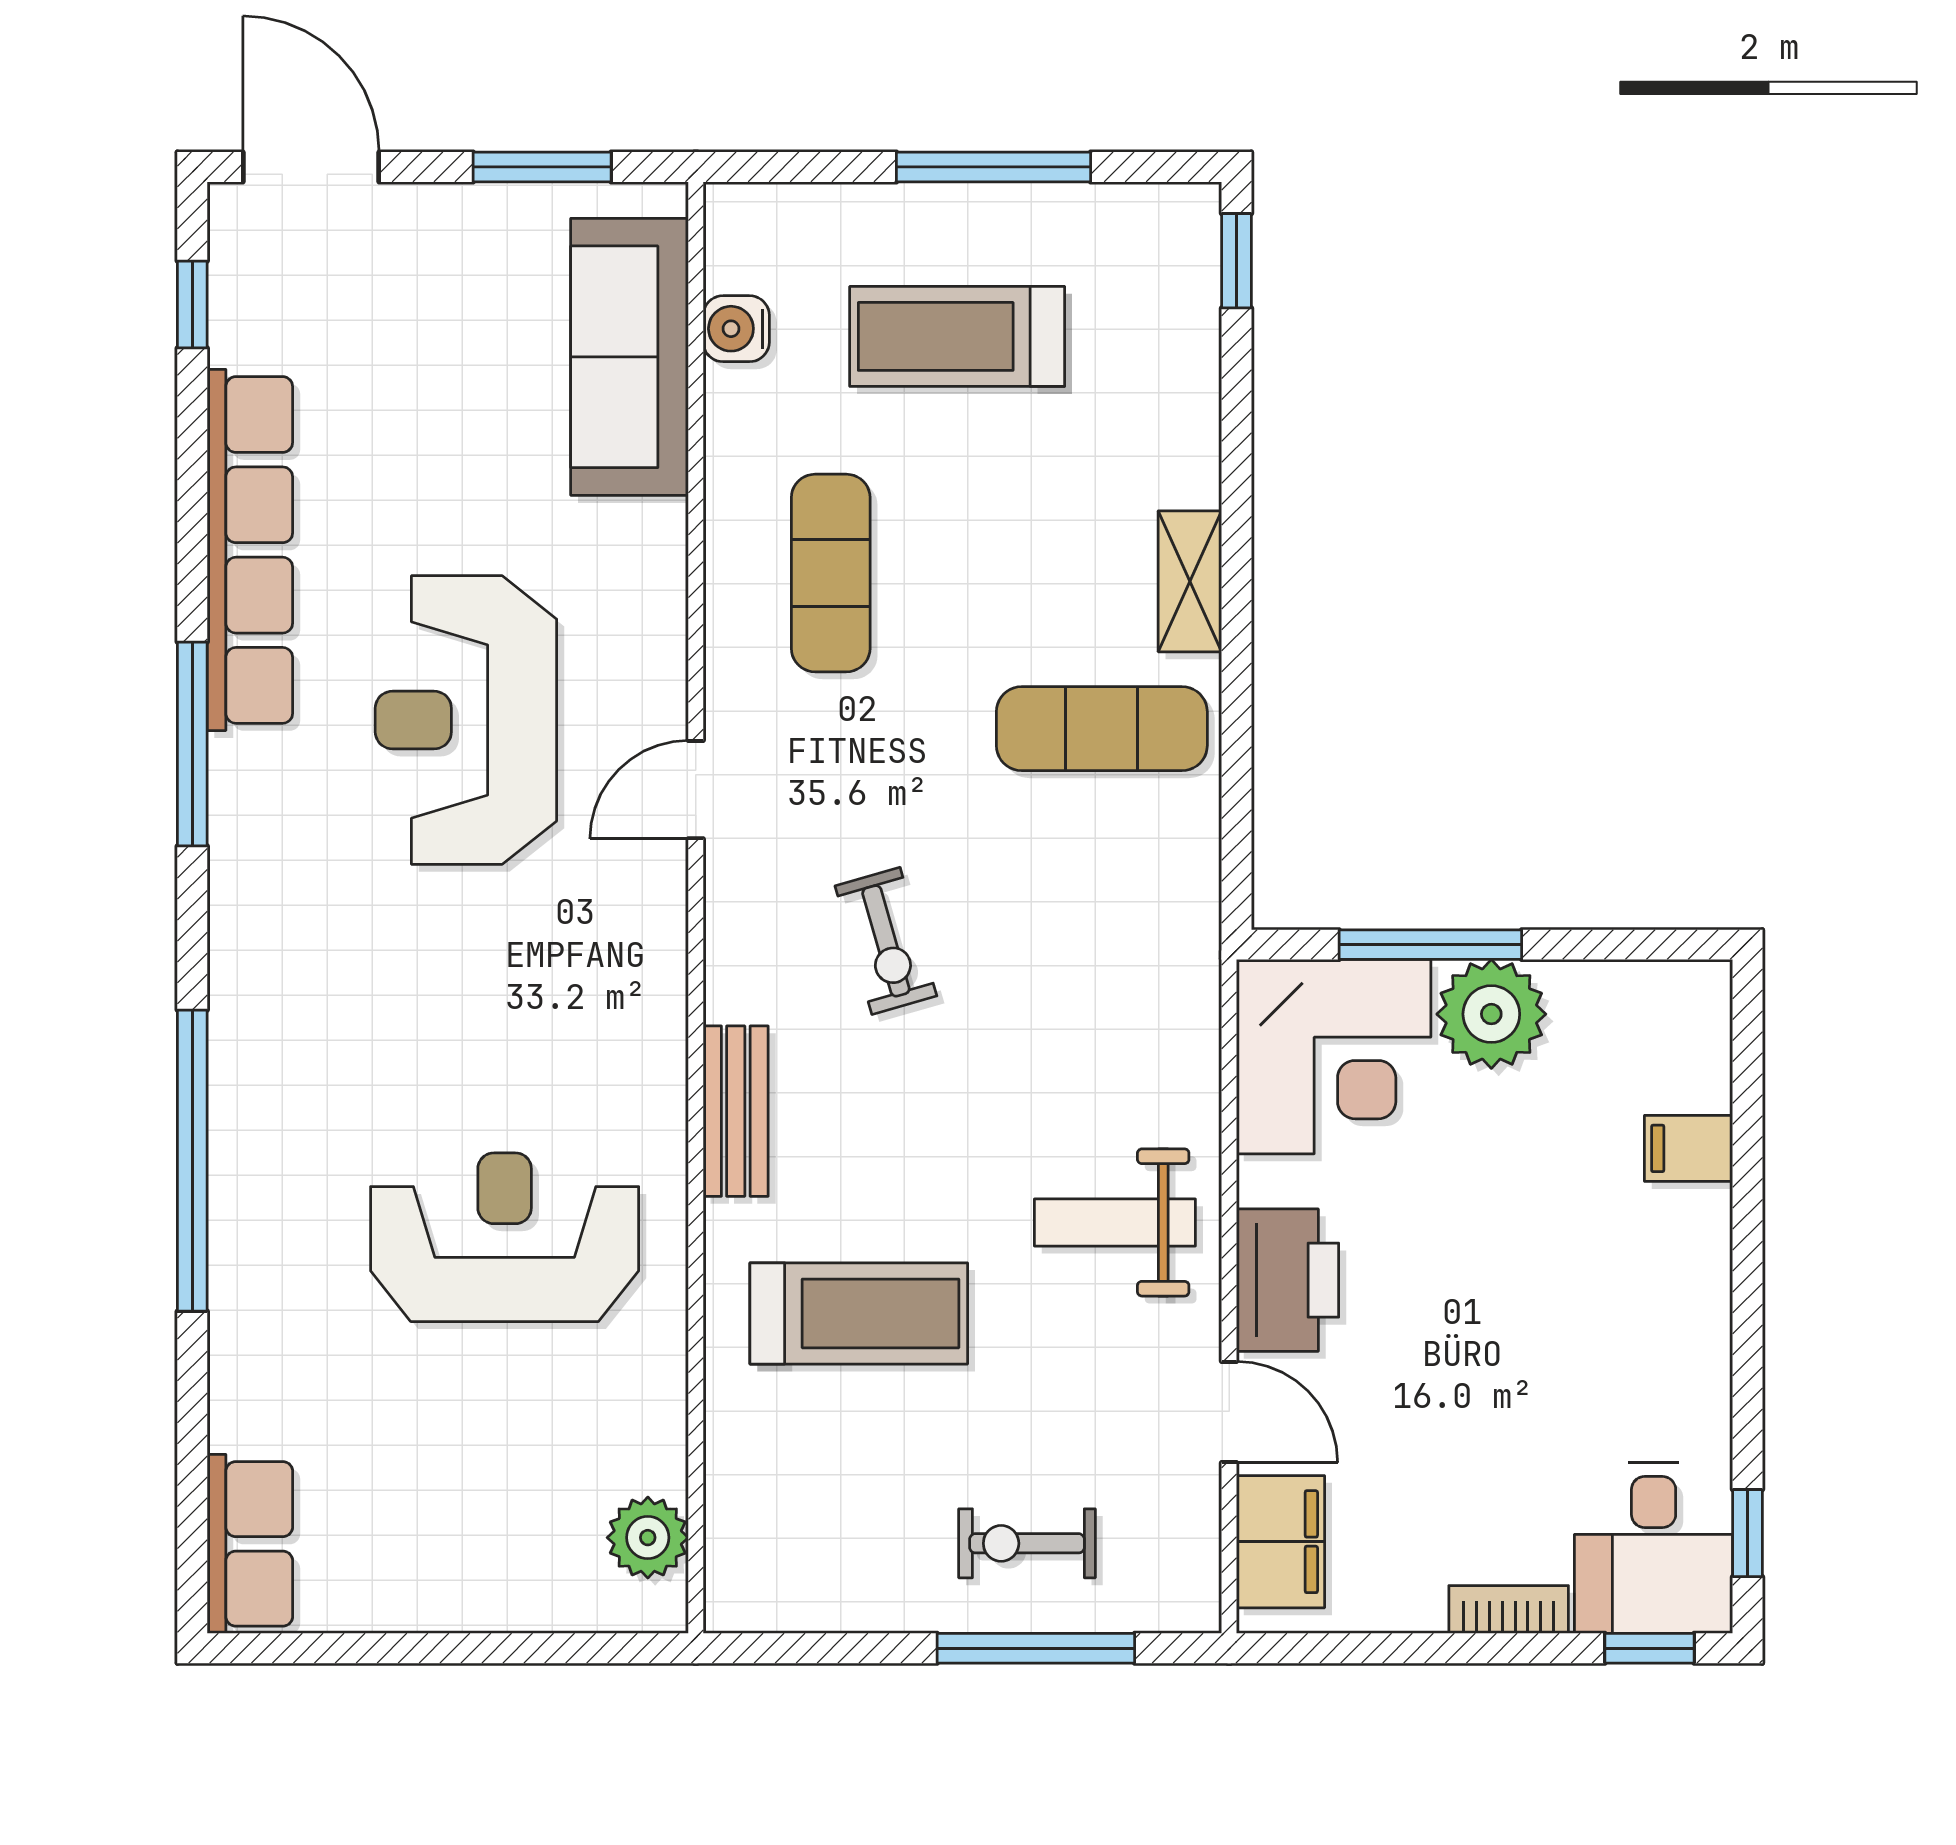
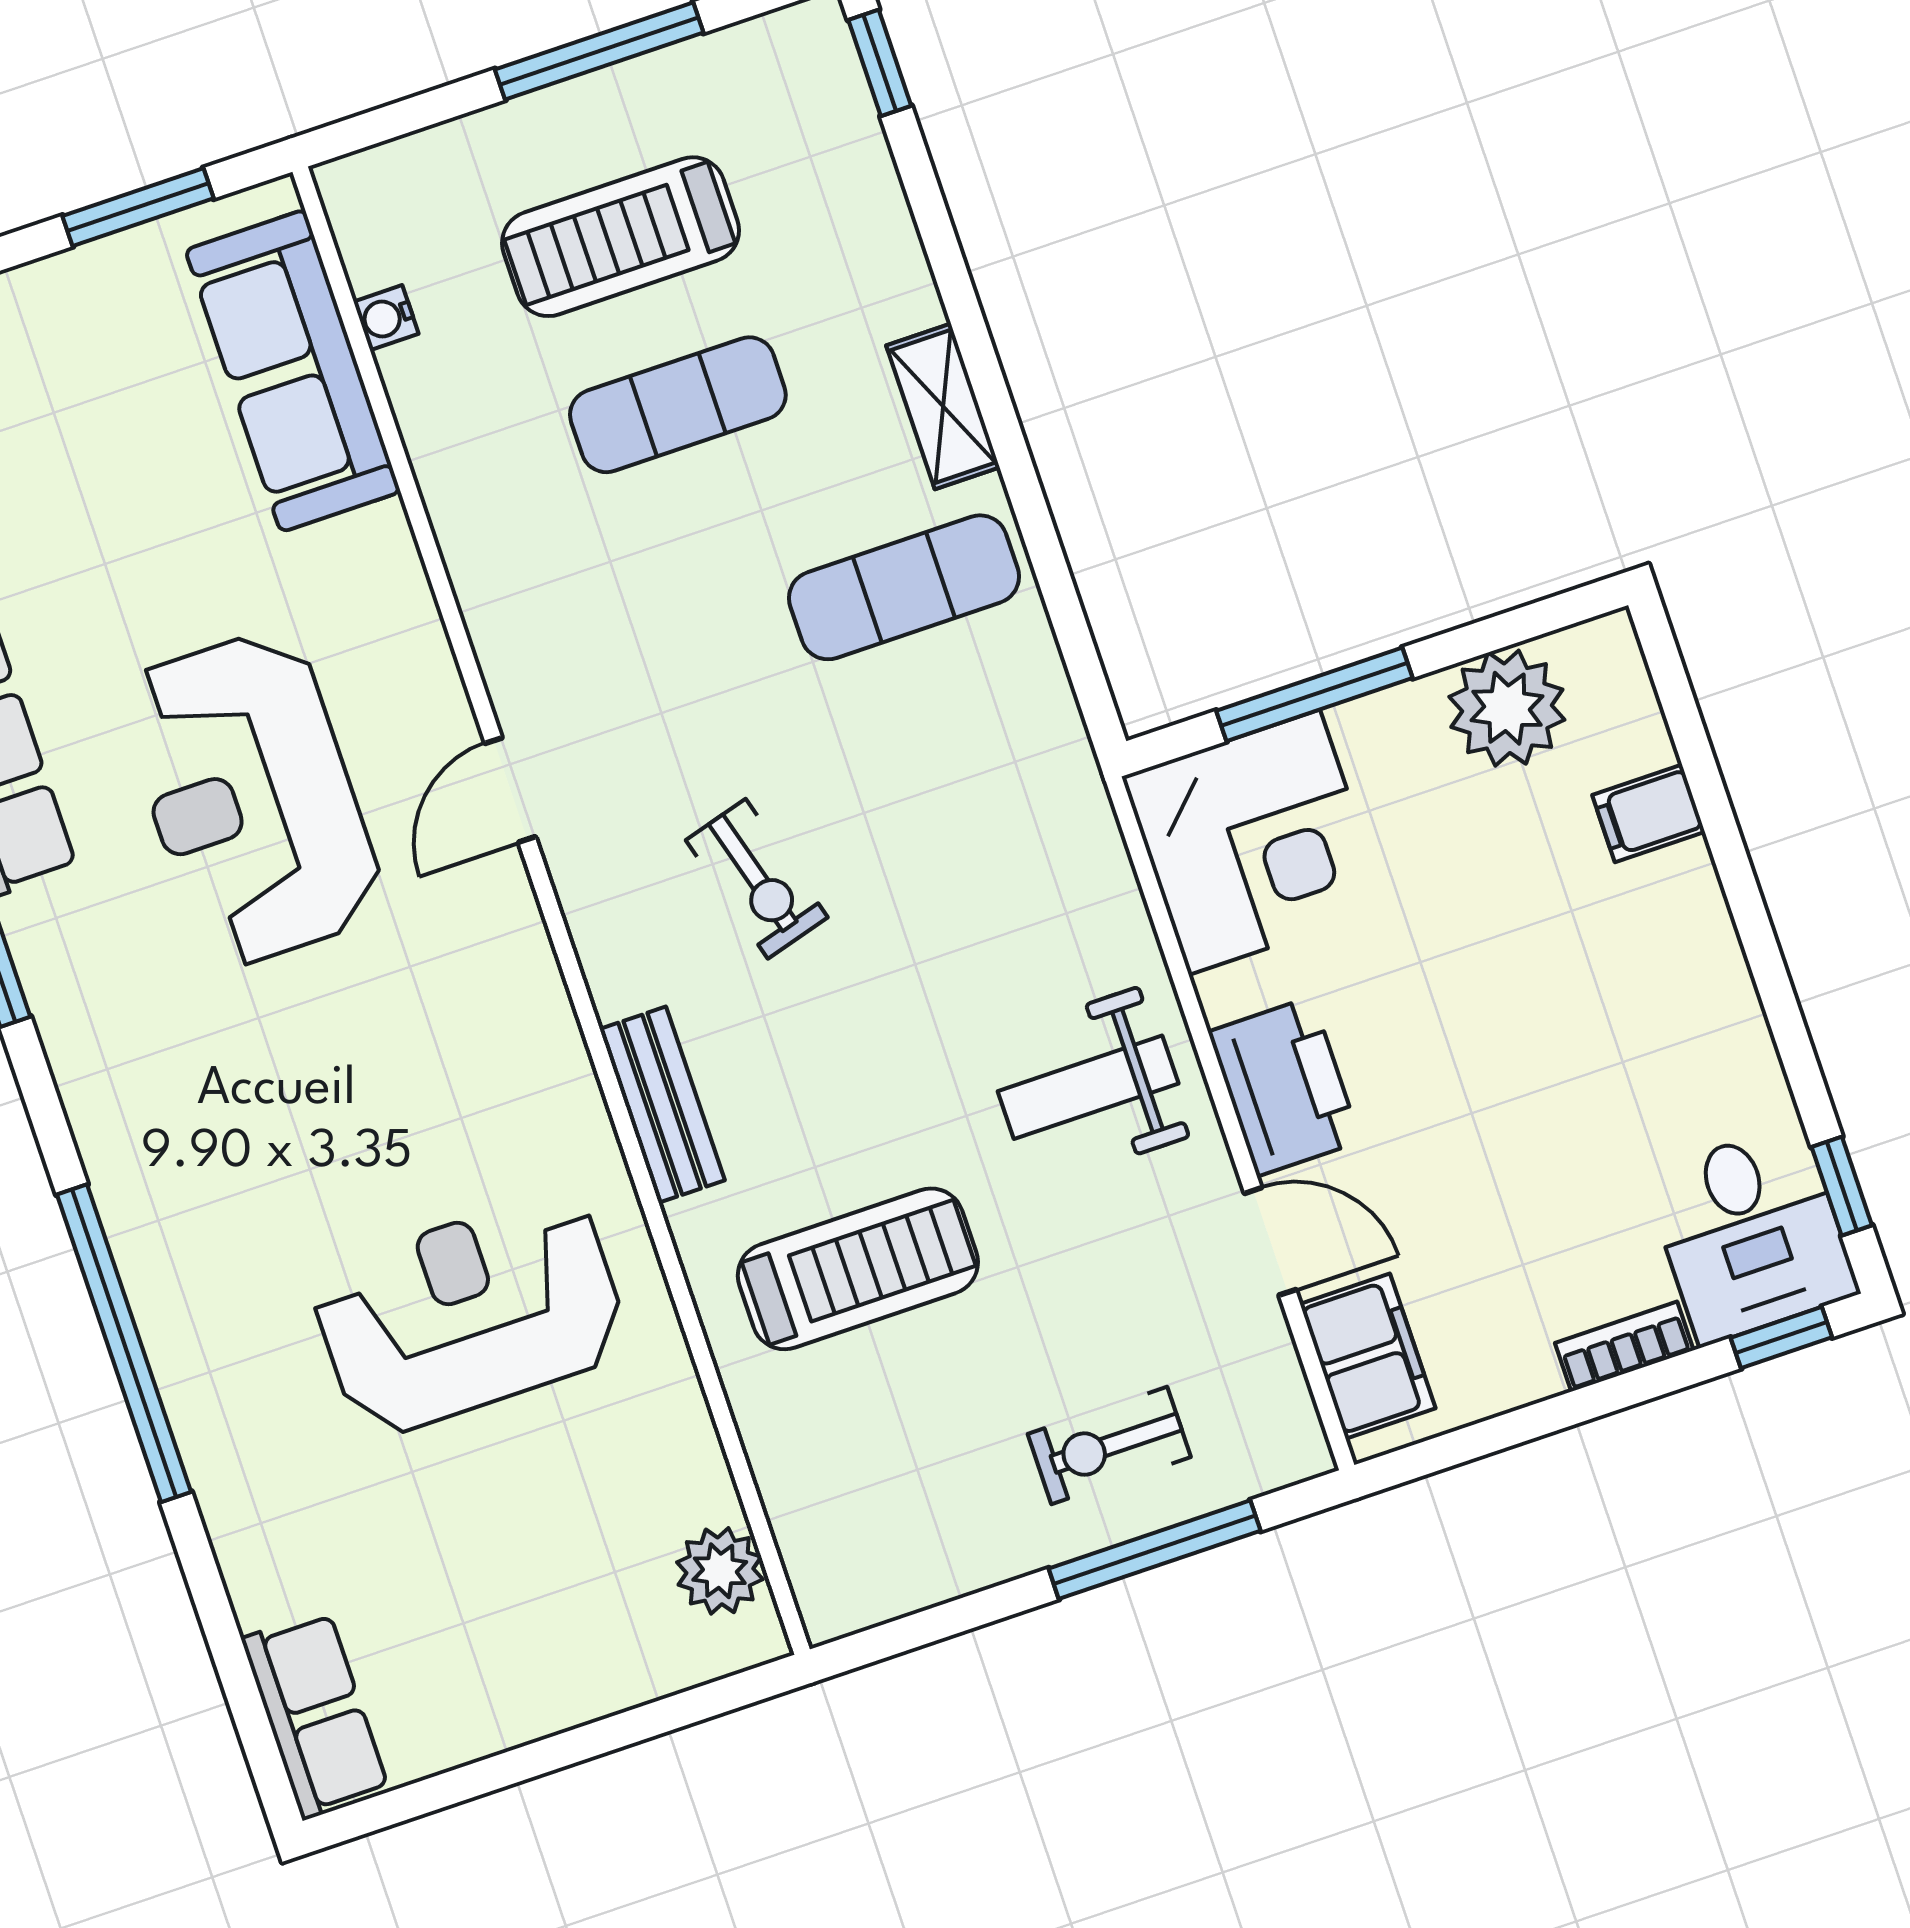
water cooler: (736, 329) -> (386, 318), width x0.72, depth x0.72
exercise mat: (831, 573) -> (678, 405), moved, turned 90
plant: (1491, 1014) -> (1507, 708), moved

